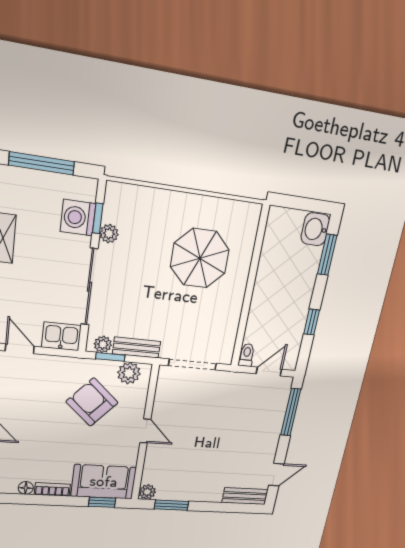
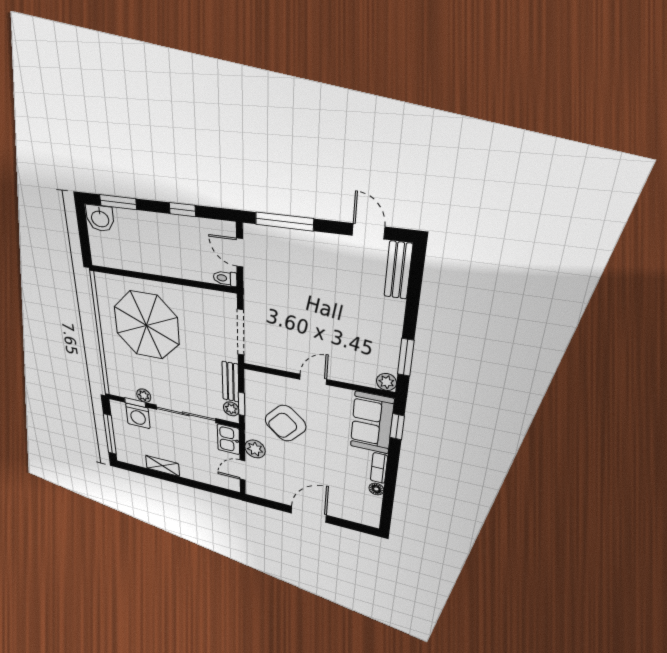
parasol: (200, 258) -> (147, 325), width x1.36, depth x1.36
plant: (129, 373) -> (255, 449), moved

